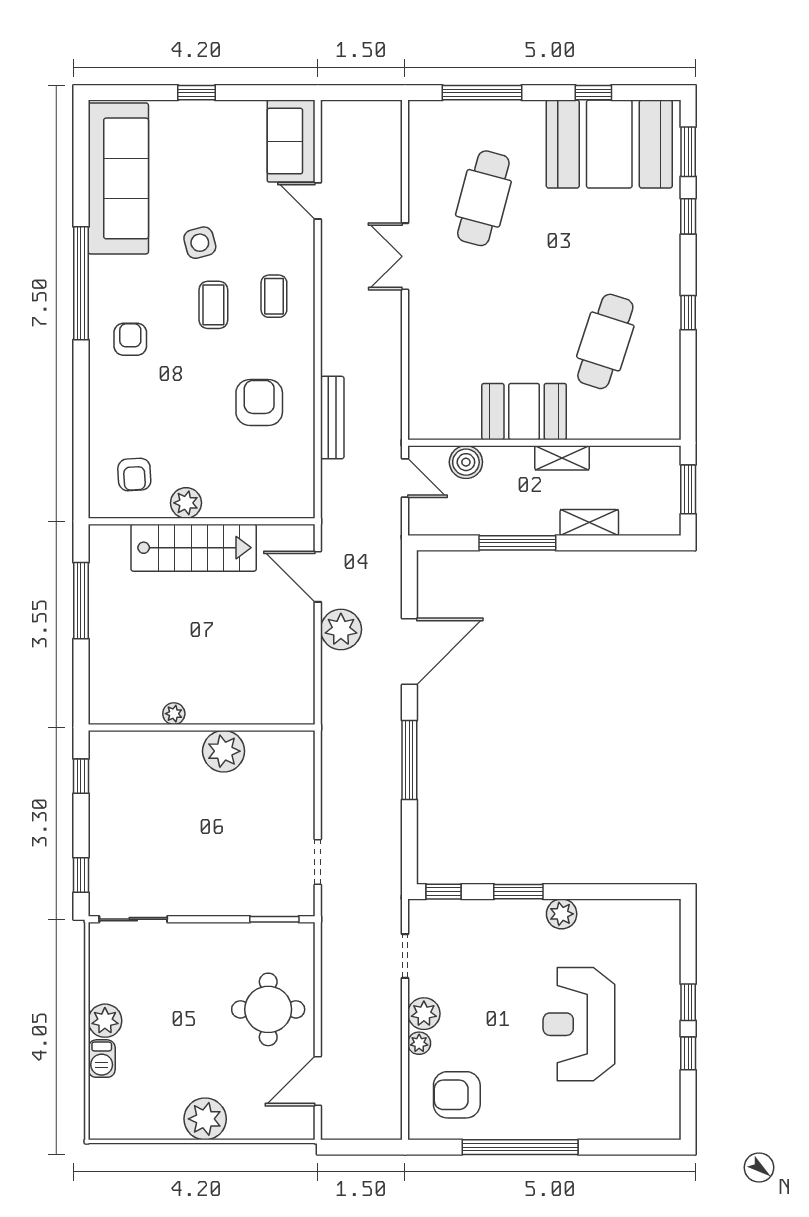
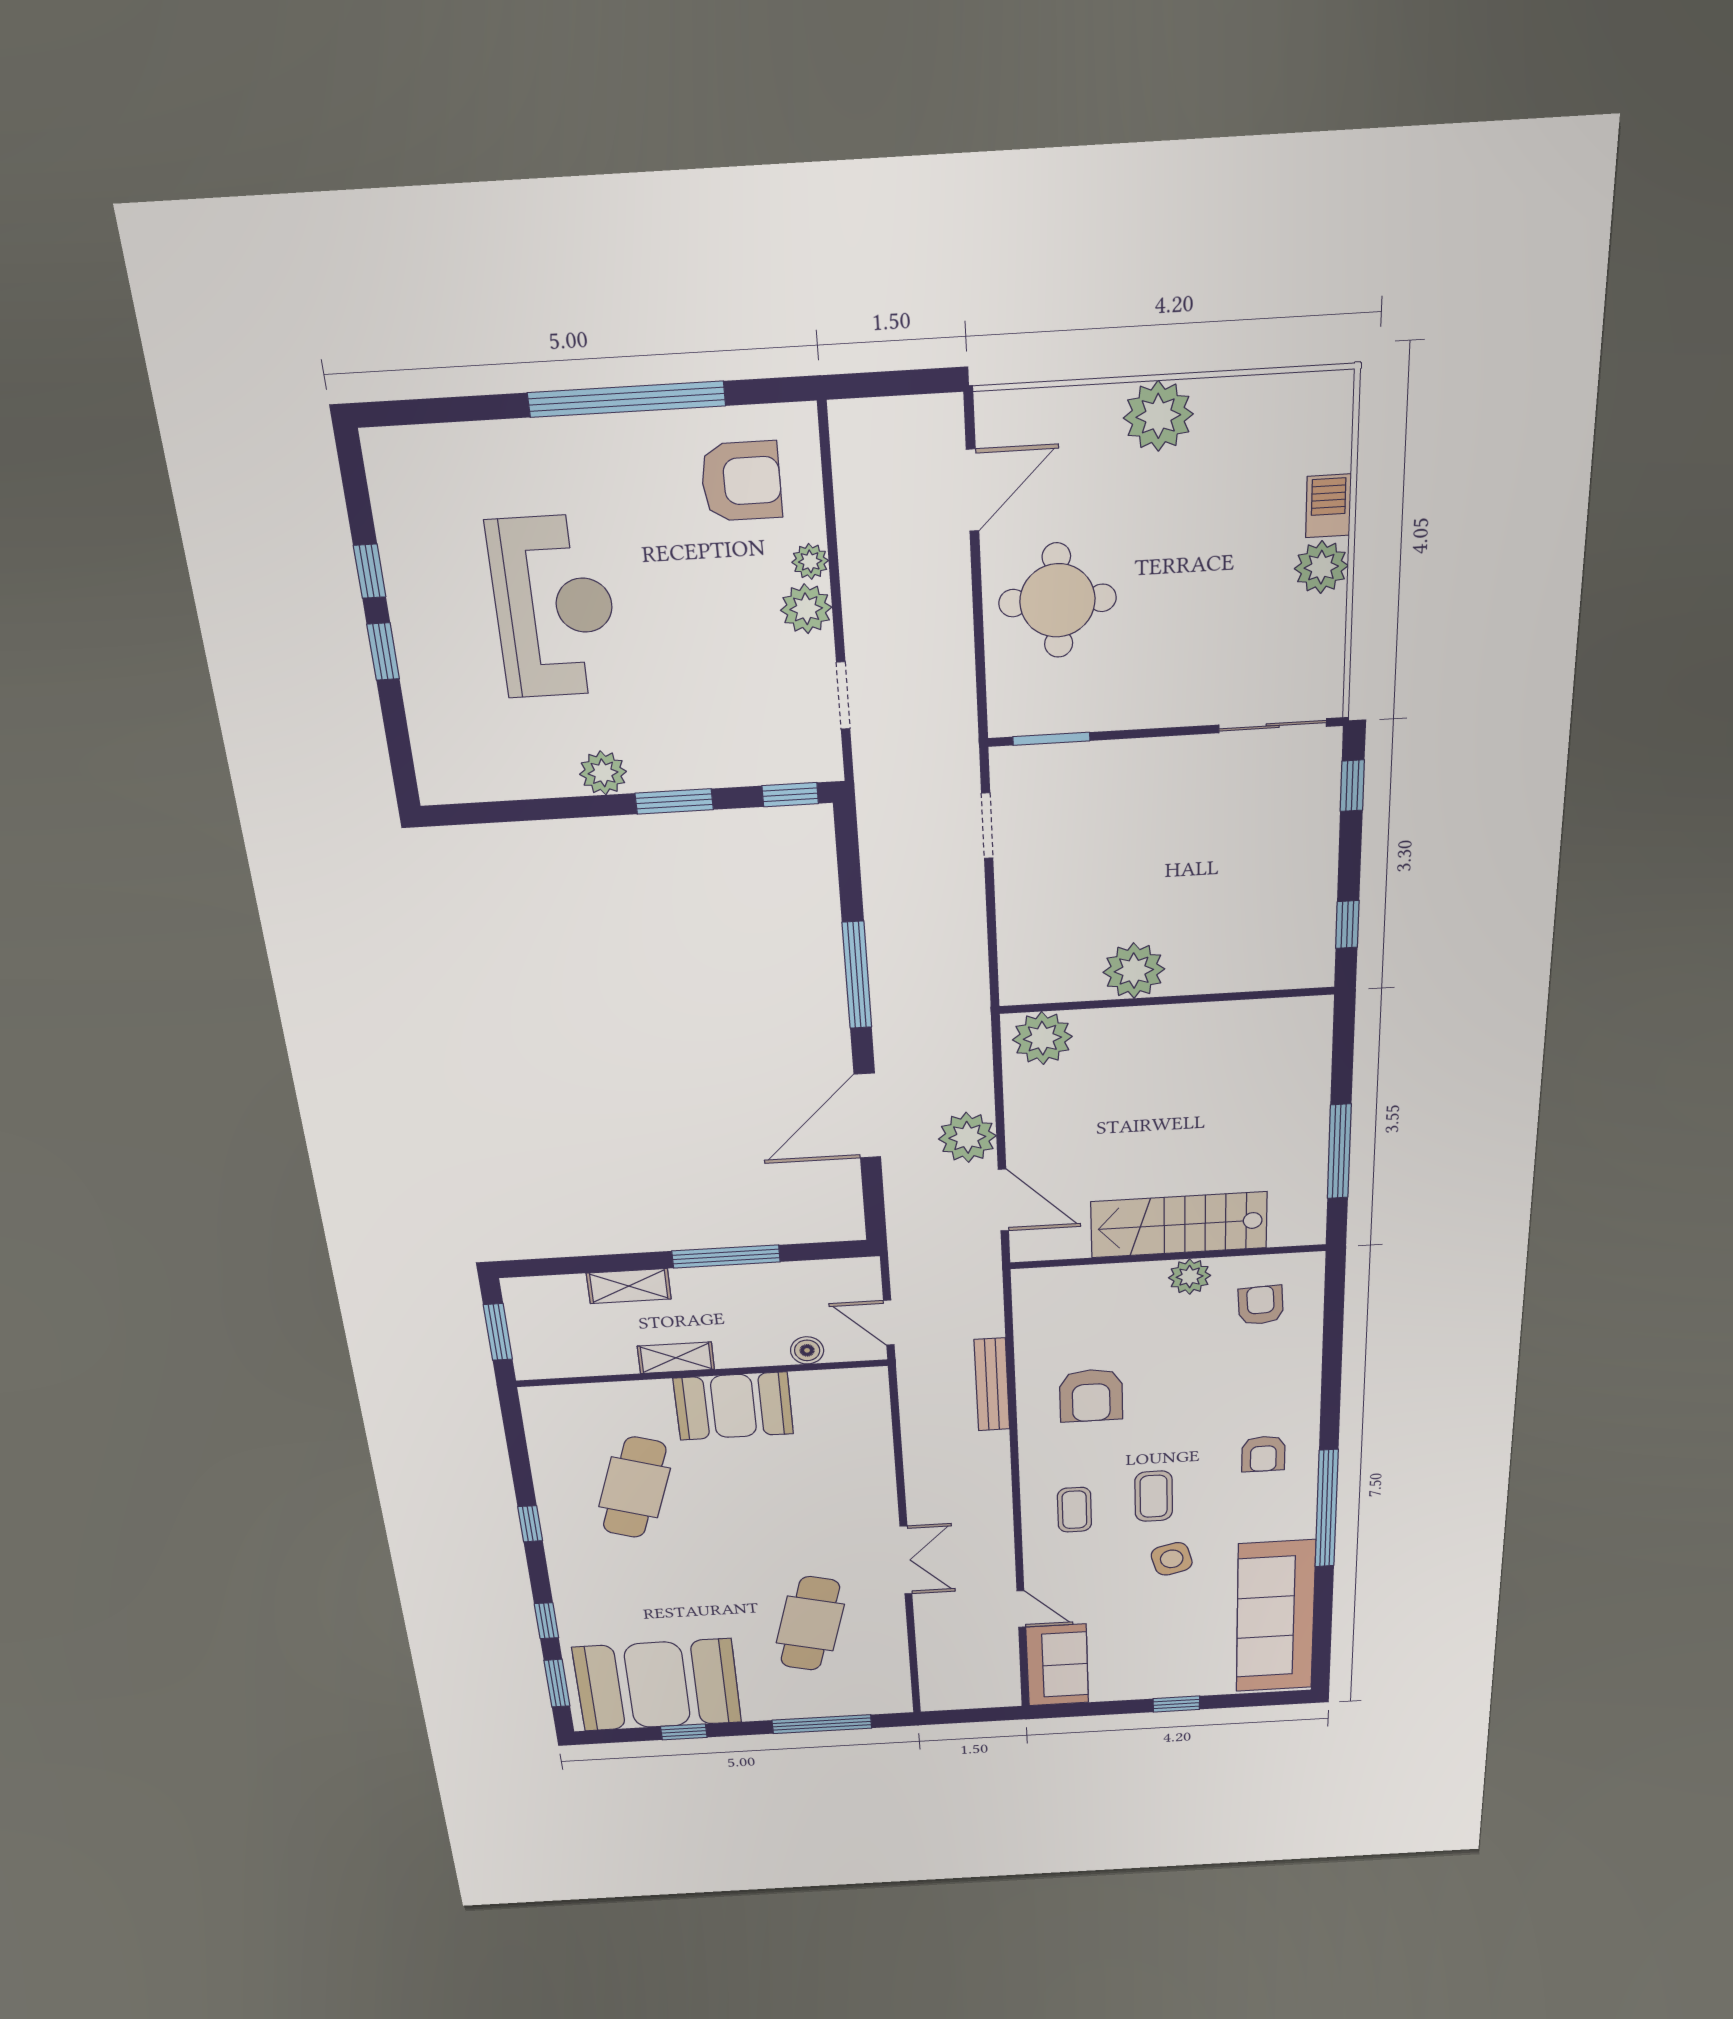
boiler: (466, 462) -> (807, 1350), width x0.73, depth x0.73
plant: (174, 714) -> (1042, 1038), moved, width x1.88, depth x1.88

